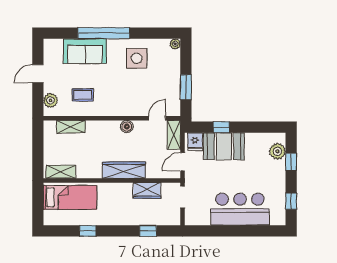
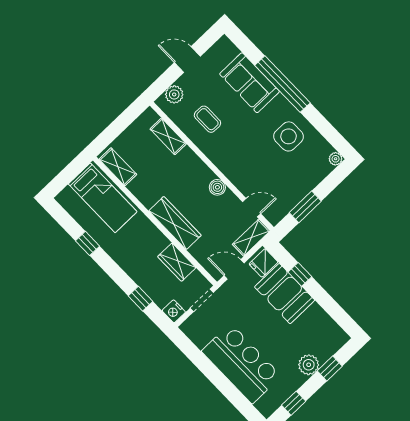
plant: (277, 151) -> (309, 365), moved
nightstand: (173, 219) -> (174, 311), added

